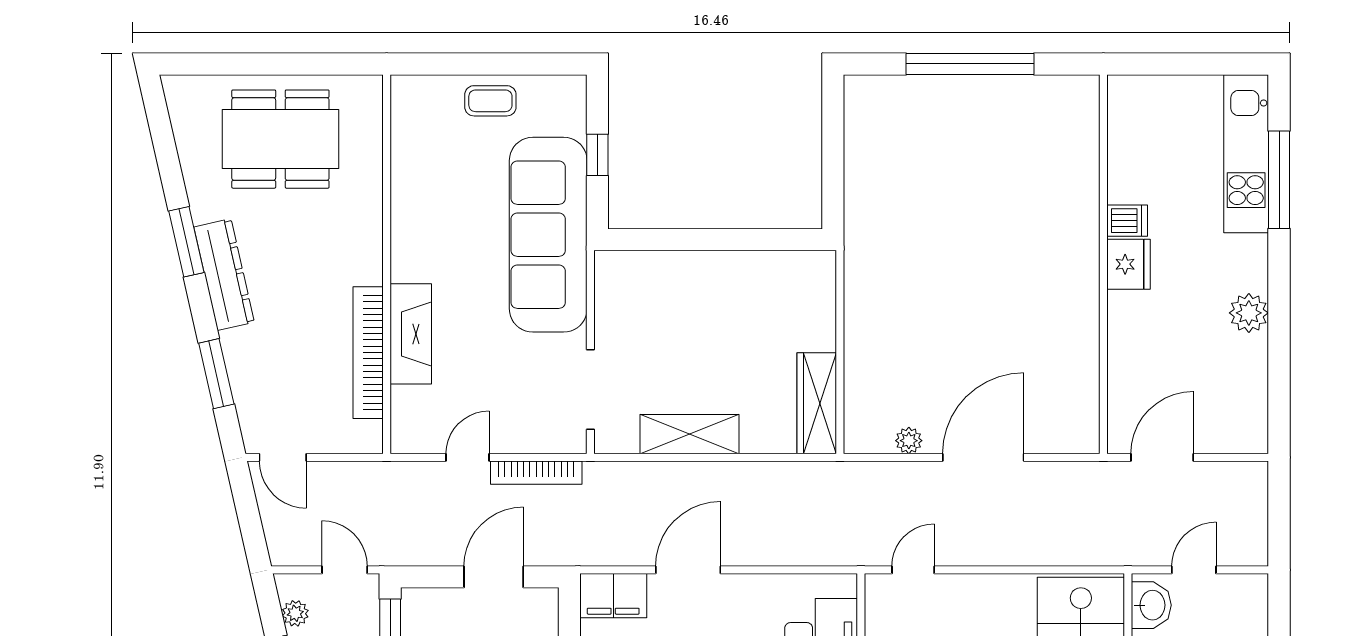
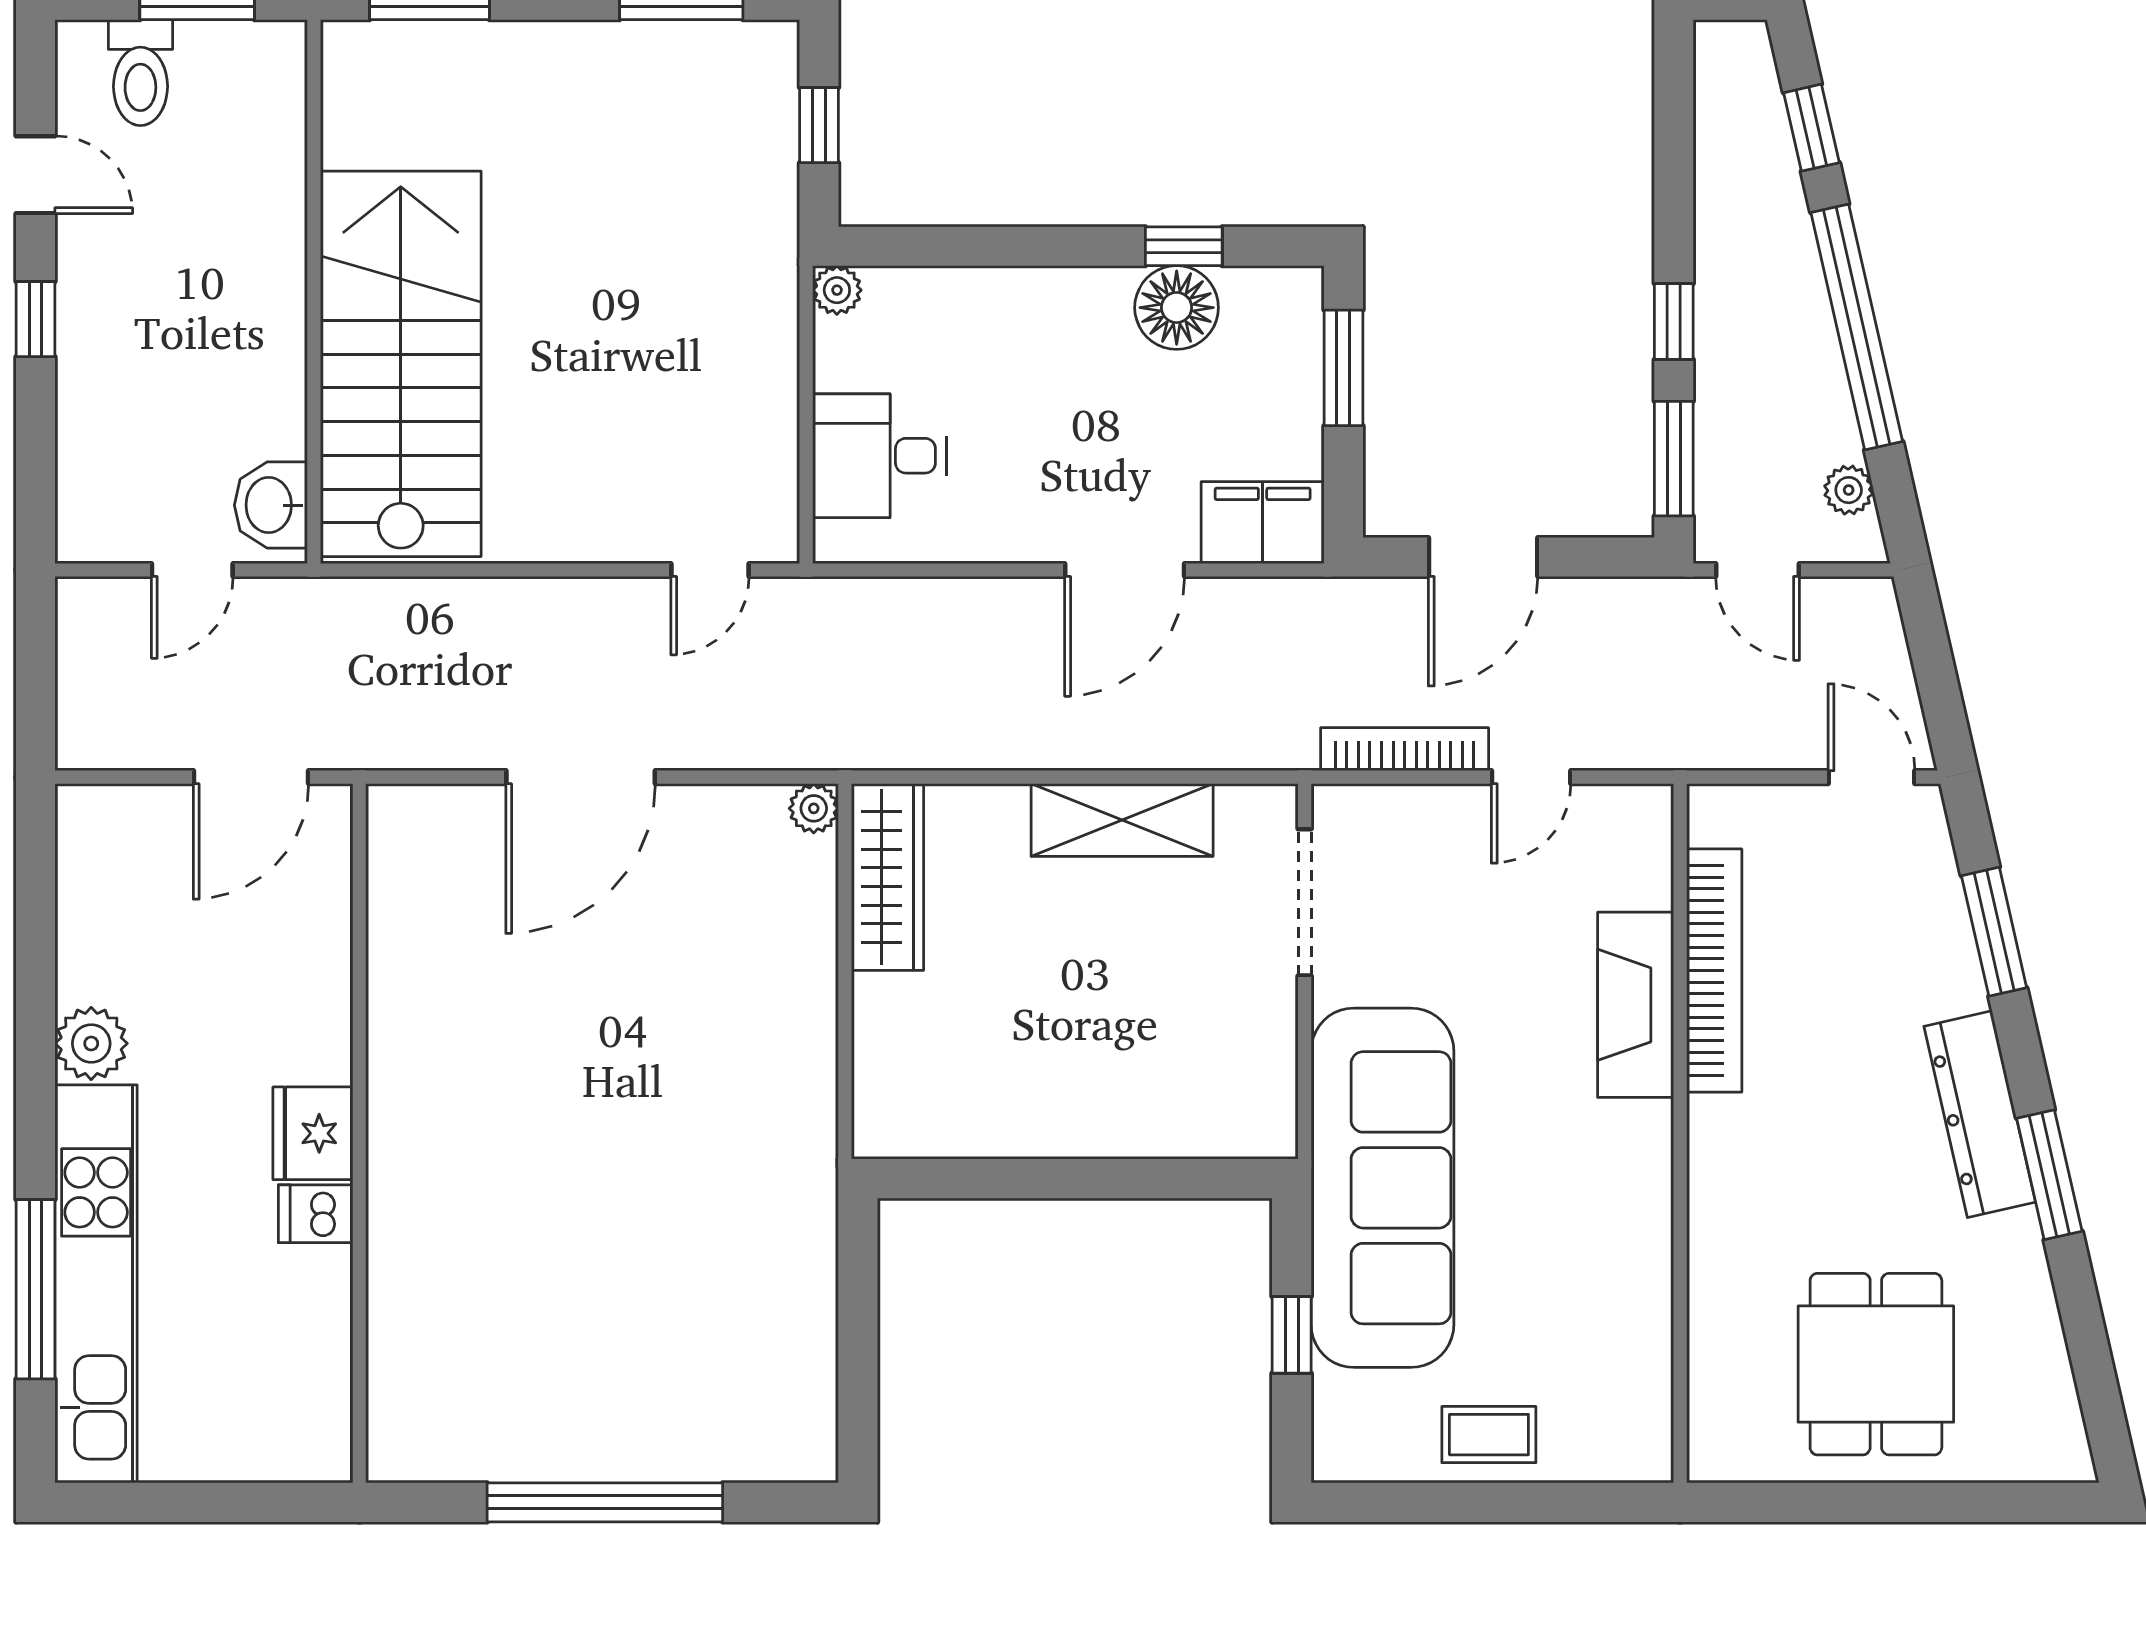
dining table: (280, 139) -> (1876, 1364), width x0.73
kitchen unit: (1246, 154) -> (96, 1284), width x1.36
plant: (909, 441) -> (814, 808), moved

